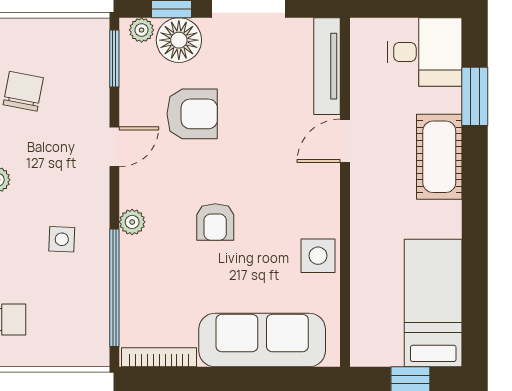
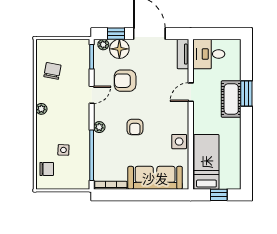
desk: (425, 52) -> (209, 54), moved, turned 180
tv unit: (327, 66) -> (183, 54), width x0.71
window: (475, 96) -> (246, 94), moved
armchair: (192, 114) -> (125, 81), turned 180
side table: (62, 239) -> (63, 150), moved
bed: (433, 303) -> (206, 162), moved

